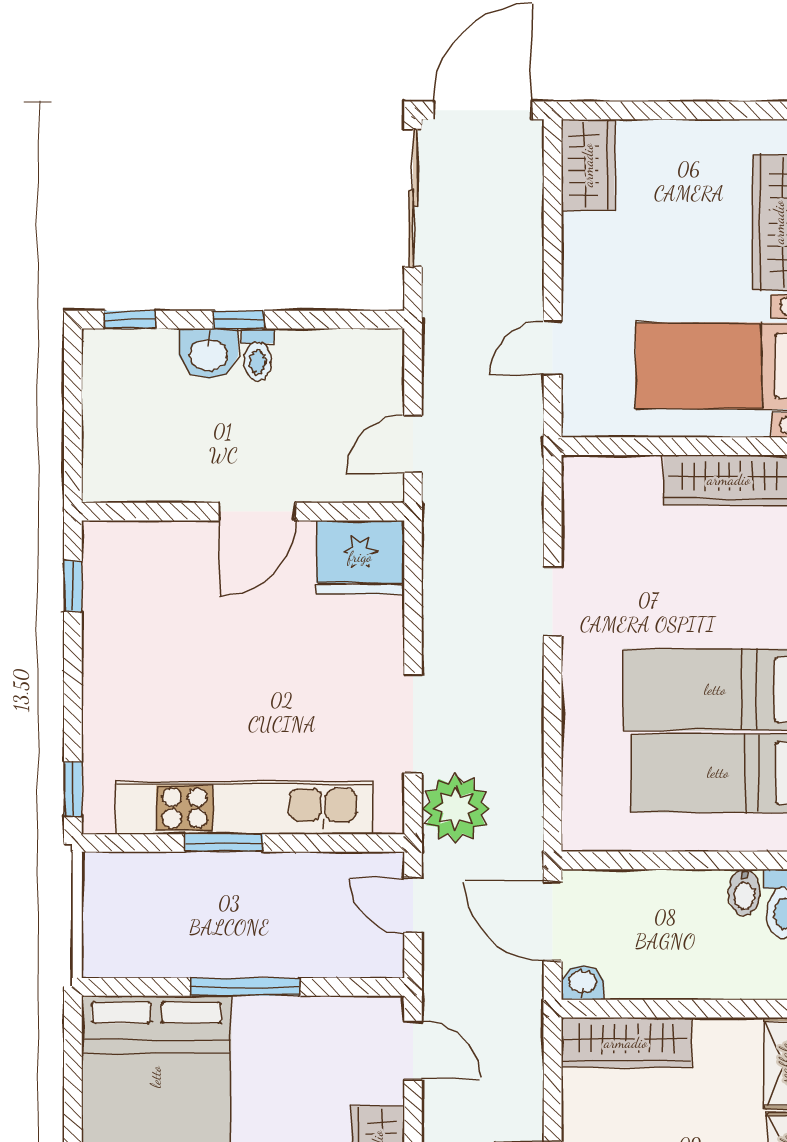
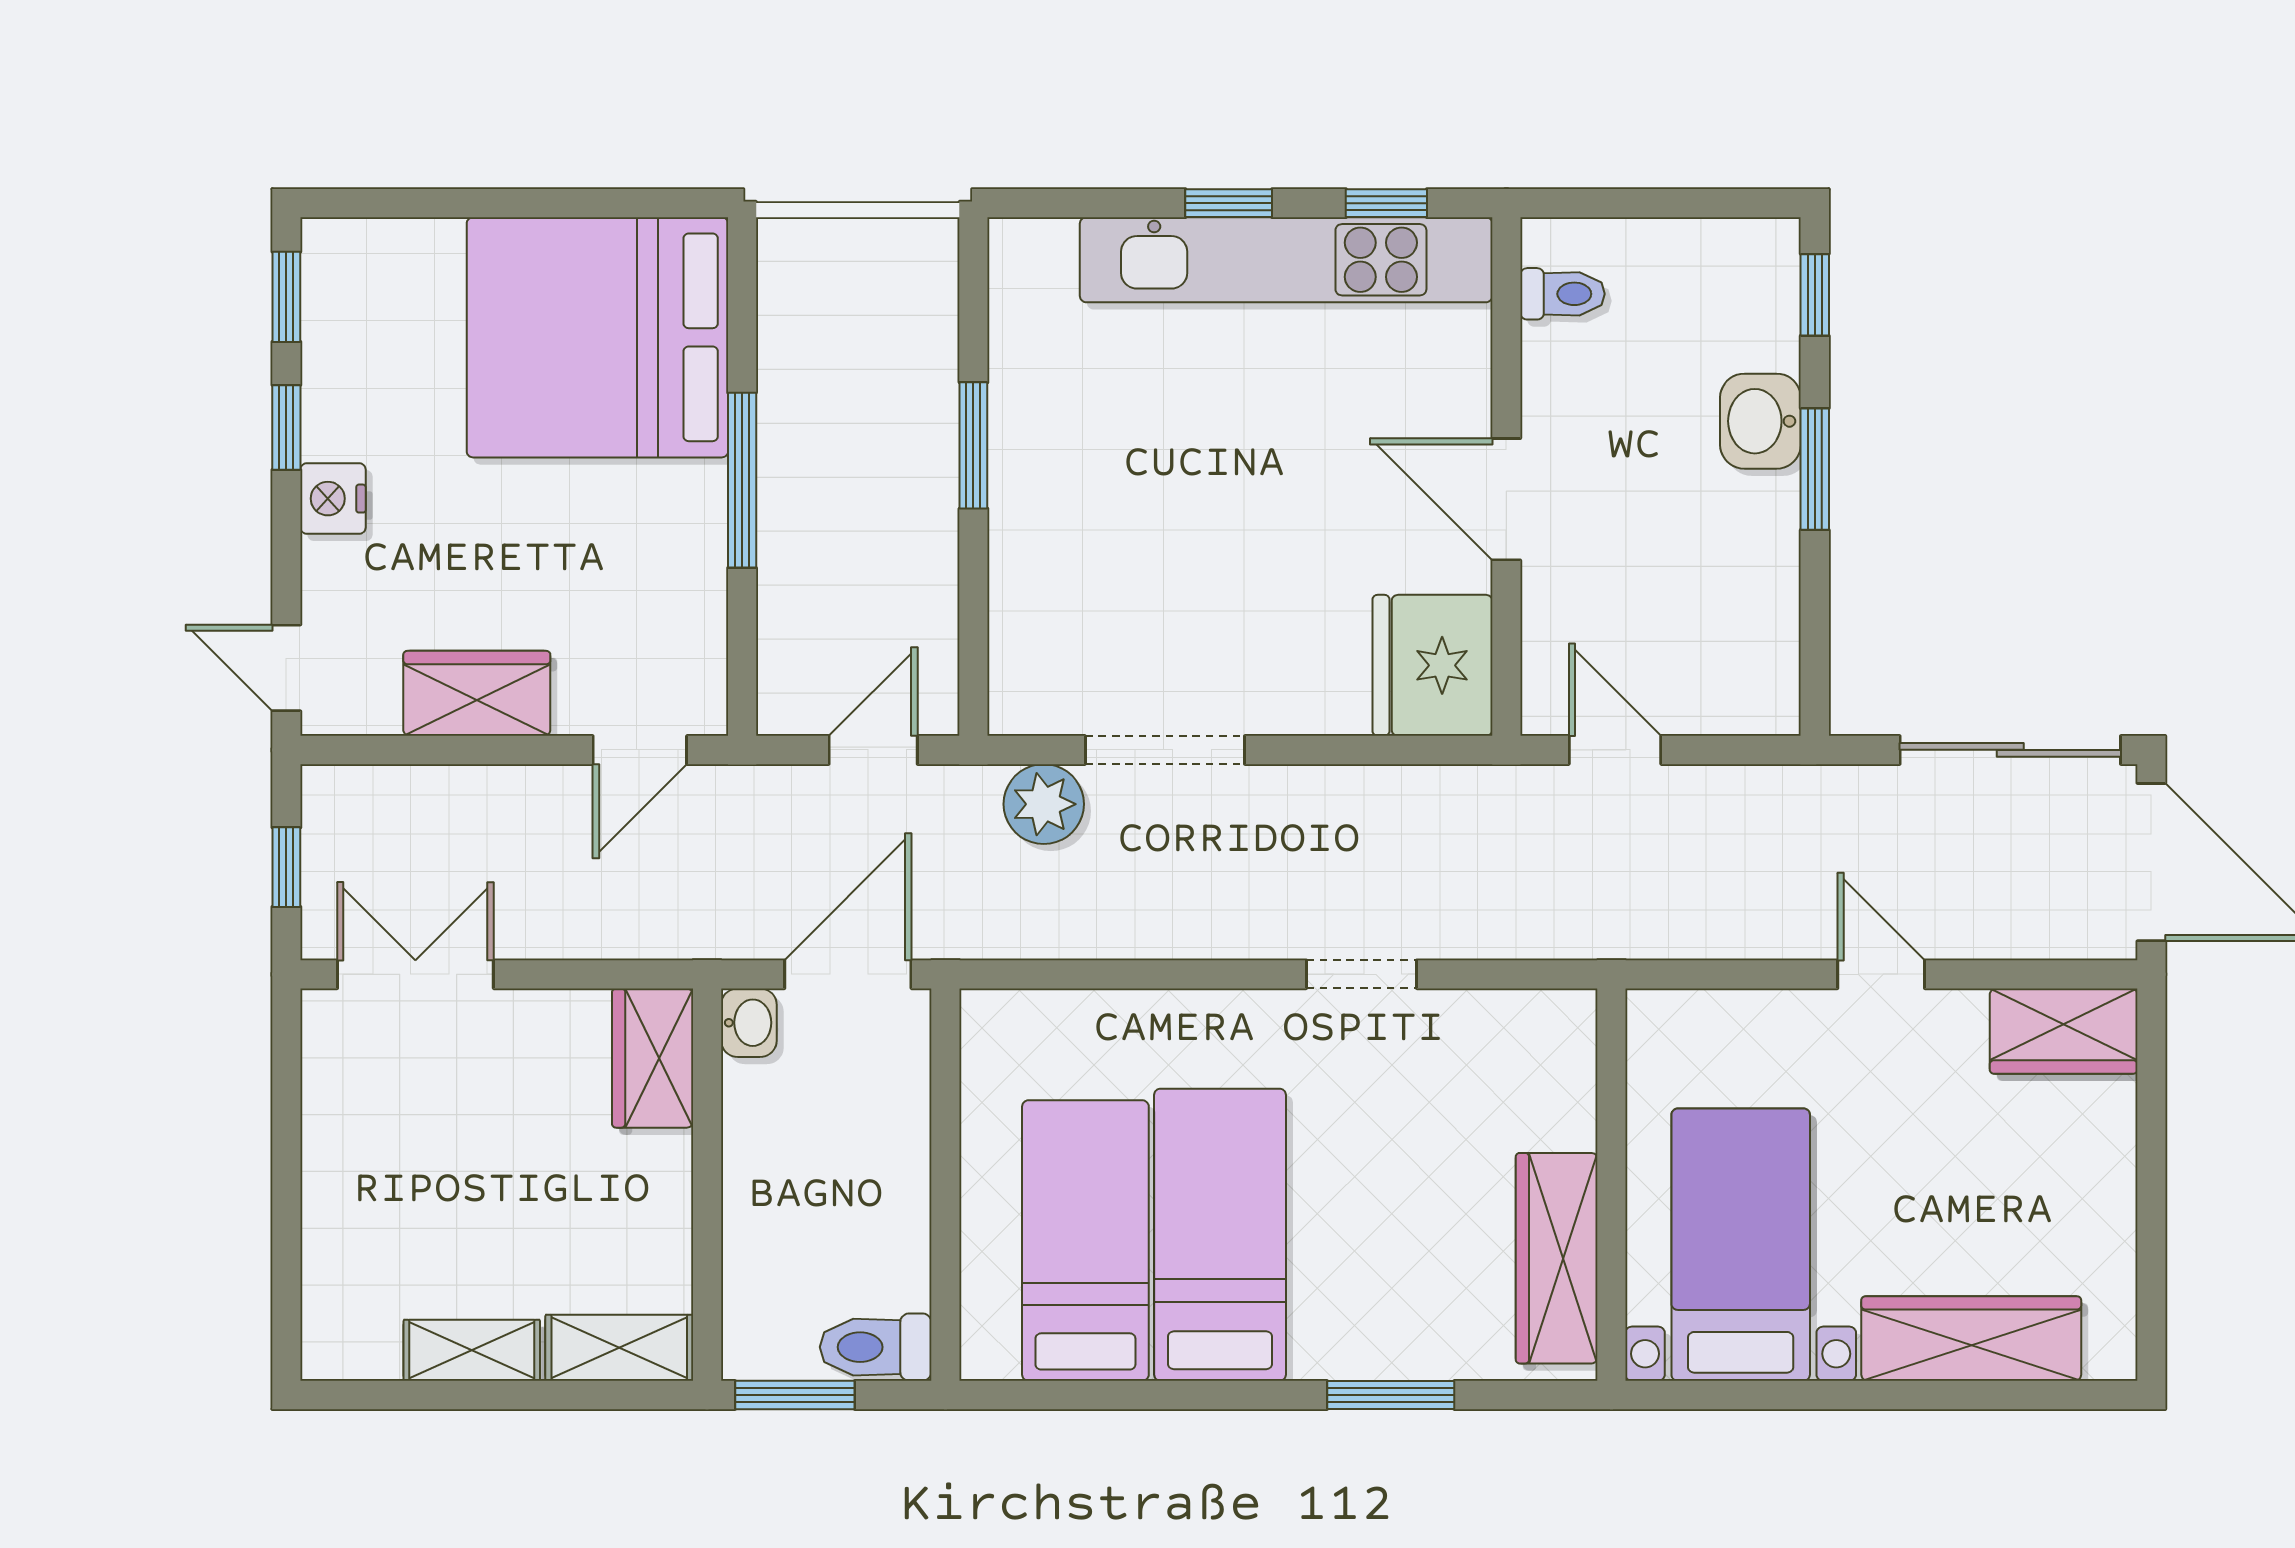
window: (238, 320) -> (1815, 469), width x1.50
door: (553, 348) -> (1881, 974), moved
toilet: (258, 355) -> (1562, 294), moved, turned 180
window: (73, 789) -> (1229, 203), moved
kitchen unit: (244, 808) -> (1286, 260), moved, turned 90
plant: (456, 808) -> (1044, 804), width x0.73, depth x0.73
bidet: (744, 892) -> (894, 1282), removed
wardrobe: (626, 1043) -> (653, 1058), width x0.67

